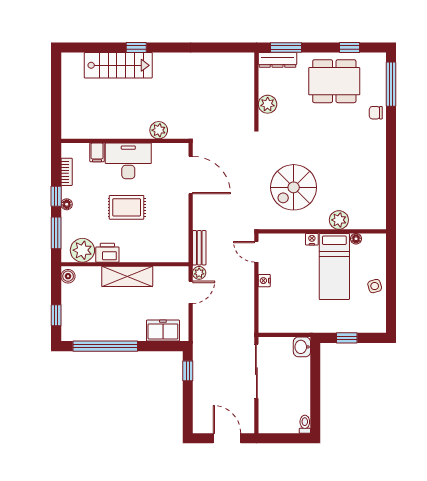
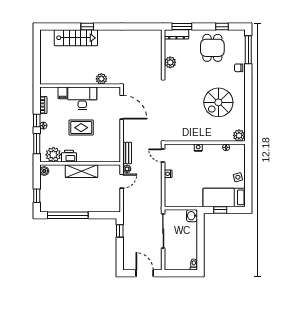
dining table: (334, 81) -> (212, 48), width x0.73
spiral stairs: (294, 187) -> (218, 102), moved
plant: (339, 220) -> (239, 135), moved
bed: (334, 267) -> (224, 197), moved, turned 90
freezer: (163, 331) -> (104, 205), removed

